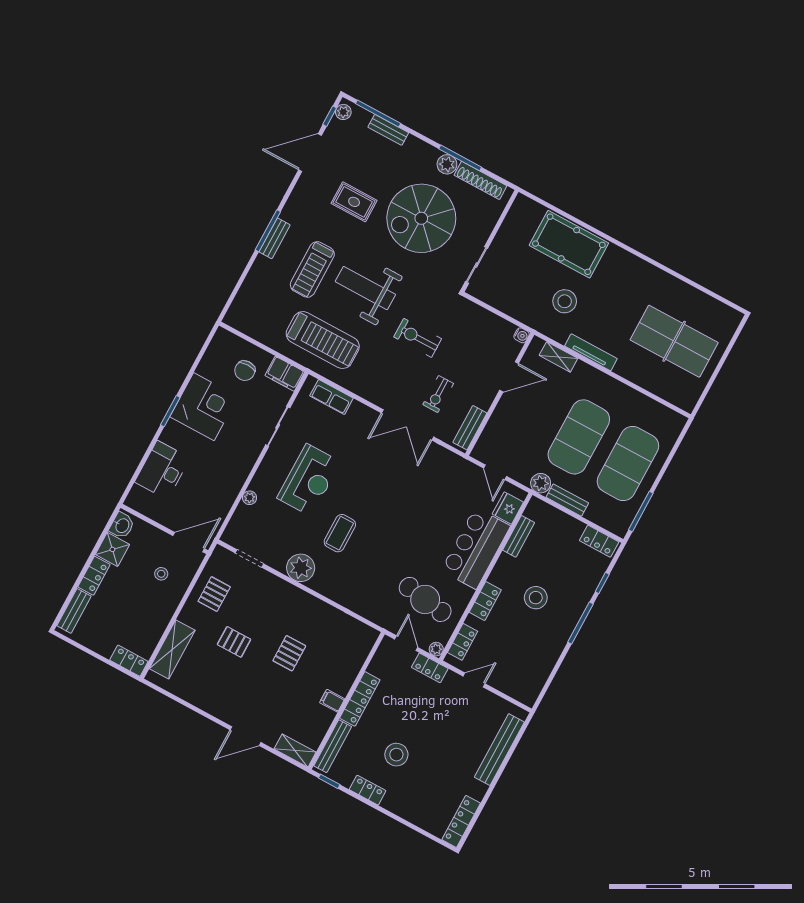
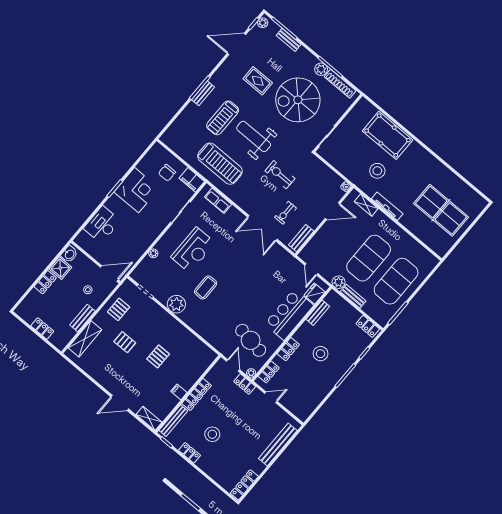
bench: (74, 611) -> (83, 318), moved
locker: (129, 661) -> (42, 329), moved

